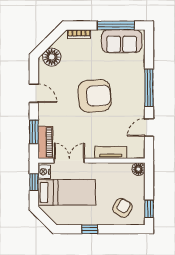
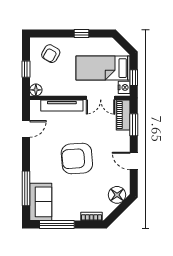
sofa: (122, 41) -> (41, 202), moved, turned 90
window: (149, 88) -> (26, 188), moved
tv unit: (111, 152) -> (62, 105), width x1.41
window: (149, 209) -> (26, 69), moved

